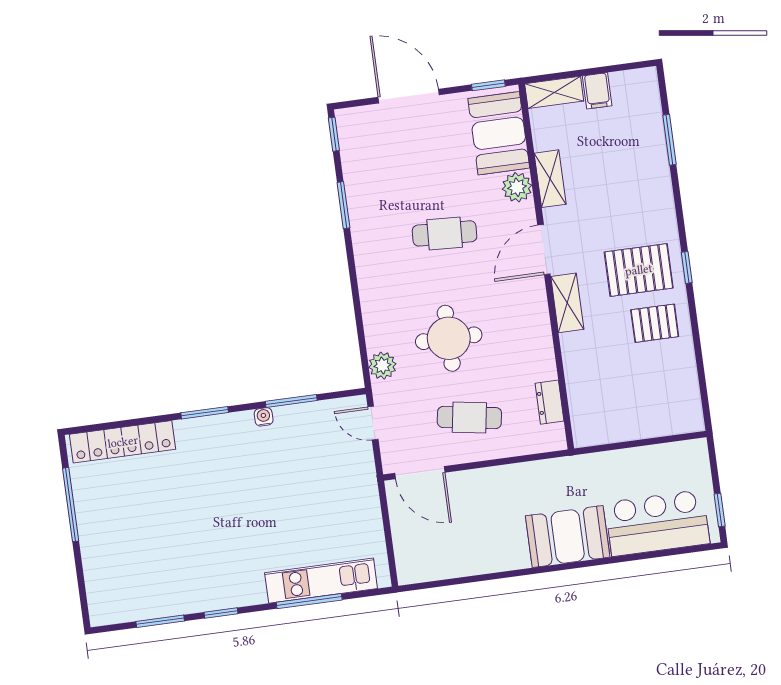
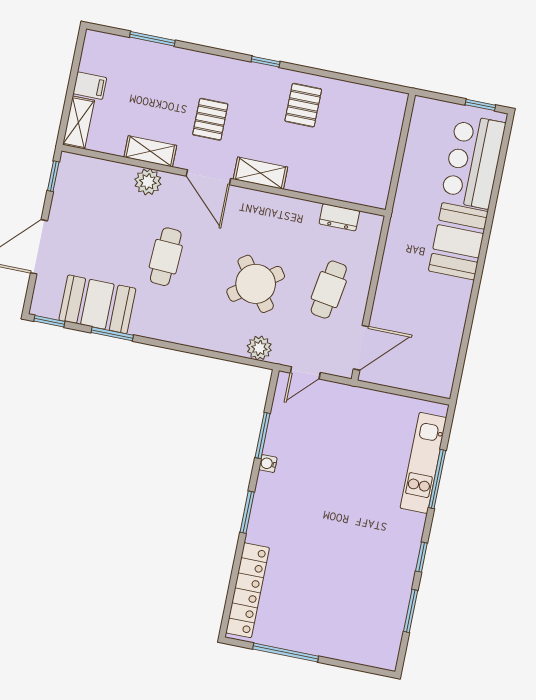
booth: (499, 133) -> (97, 304), moved
pallet: (639, 270) -> (210, 119), moved, width x0.67, depth x0.71
round table: (449, 338) -> (256, 284), turned -36

